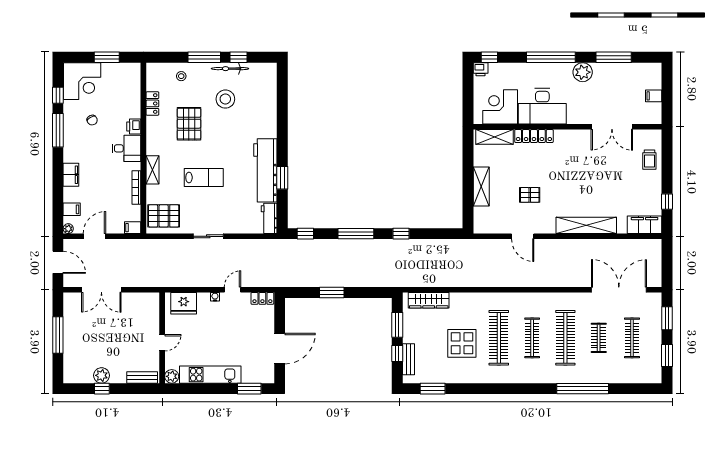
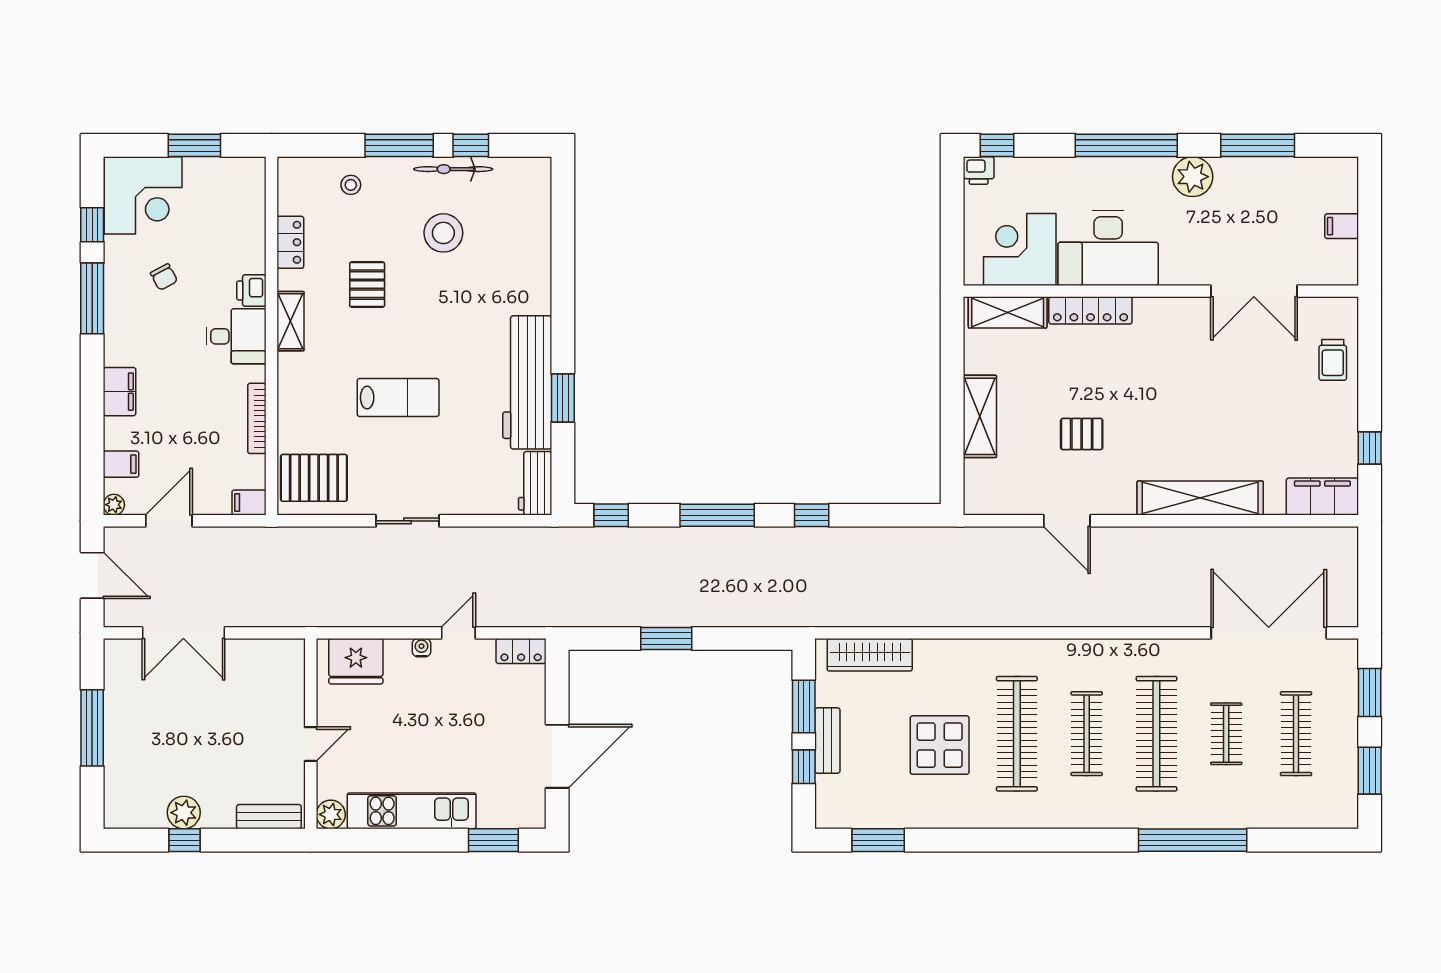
pallet: (189, 124) -> (367, 285), width x0.67, depth x0.71
shelving: (152, 170) -> (290, 321), moved
bench: (409, 359) -> (827, 741), moved

